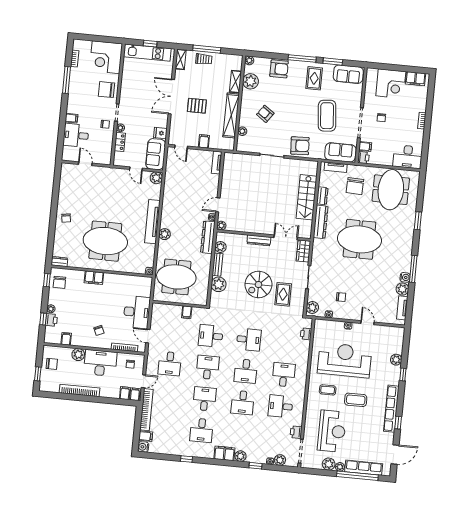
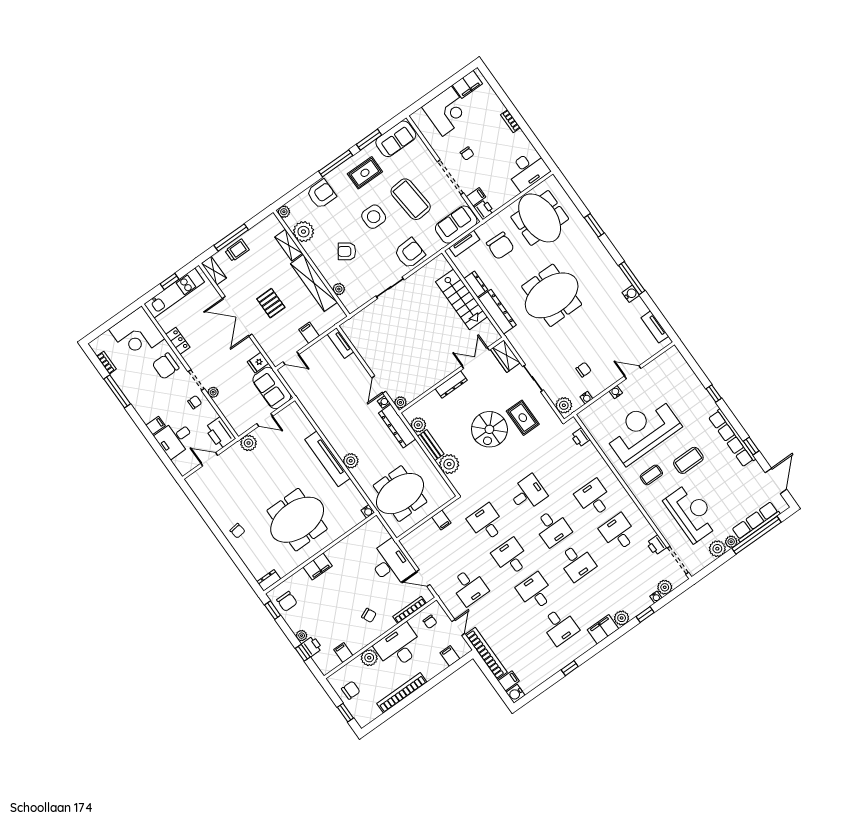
rug: (314, 78) -> (365, 173), turned 90
pallet: (197, 106) -> (271, 303), turned 90
side table: (298, 107) -> (374, 217), added
locker: (120, 142) -> (178, 341), moved
printer: (104, 154) -> (220, 433), added
plant: (156, 178) -> (249, 443), moved
plant: (402, 289) -> (638, 308), removed
desk: (211, 336) -> (486, 523), turned 90
plant: (396, 360) -> (694, 384), removed
filing cabinet: (135, 394) -> (461, 648), removed
desk: (281, 406) -> (618, 533), turned 90

